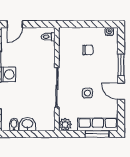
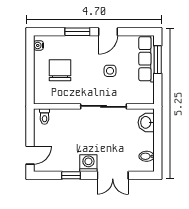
door: (15, 24) -> (30, 155), hinge flipped
chair: (88, 50) -> (60, 70), width x1.87, depth x1.87
washbasin: (27, 124) -> (146, 122), moved
plant: (65, 125) -> (147, 97), removed

